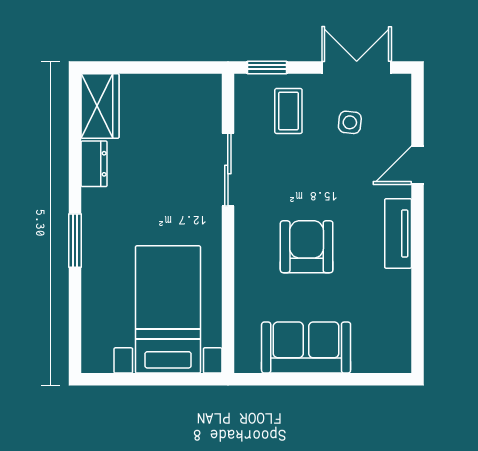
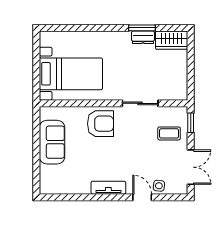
side table: (350, 122) -> (159, 186), moved
window: (75, 241) -> (142, 28), moved
armchair: (307, 247) -> (100, 124), moved

